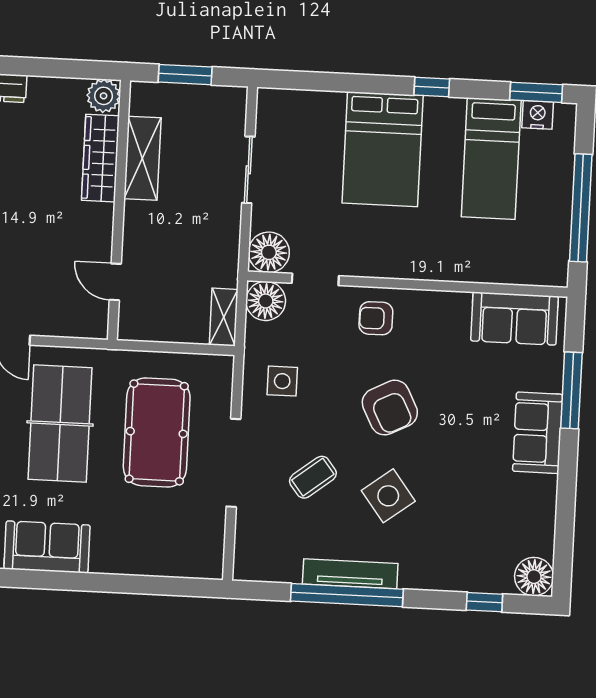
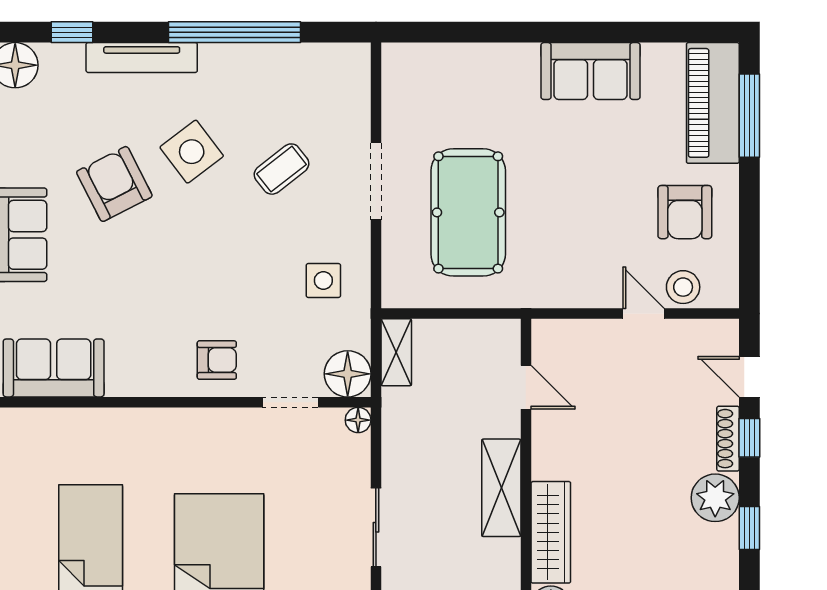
shelving: (142, 158) -> (501, 488), moved
floor lamp: (269, 252) -> (358, 420), width x0.53, depth x0.53
armchair: (390, 408) -> (114, 184), moved
table tennis table: (60, 423) -> (583, 217), removed
doorway: (233, 463) -> (376, 181), width x0.73
tv unit: (350, 574) -> (142, 57), moved

